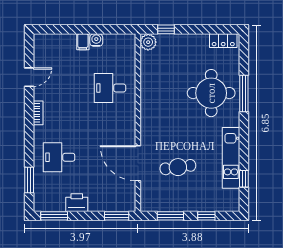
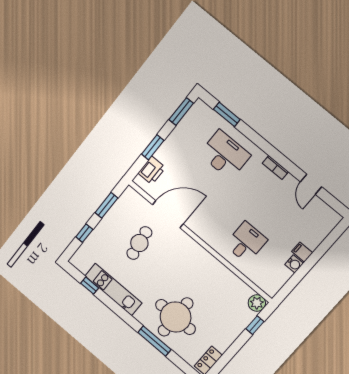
desk: (59, 157) -> (225, 155), width x1.37
printer: (77, 203) -> (152, 170), moved
window: (117, 216) -> (153, 147), moved

